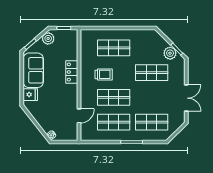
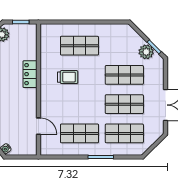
shop shelf: (114, 97) -> (124, 104), moved
door: (79, 116) -> (38, 126), hinge flipped

